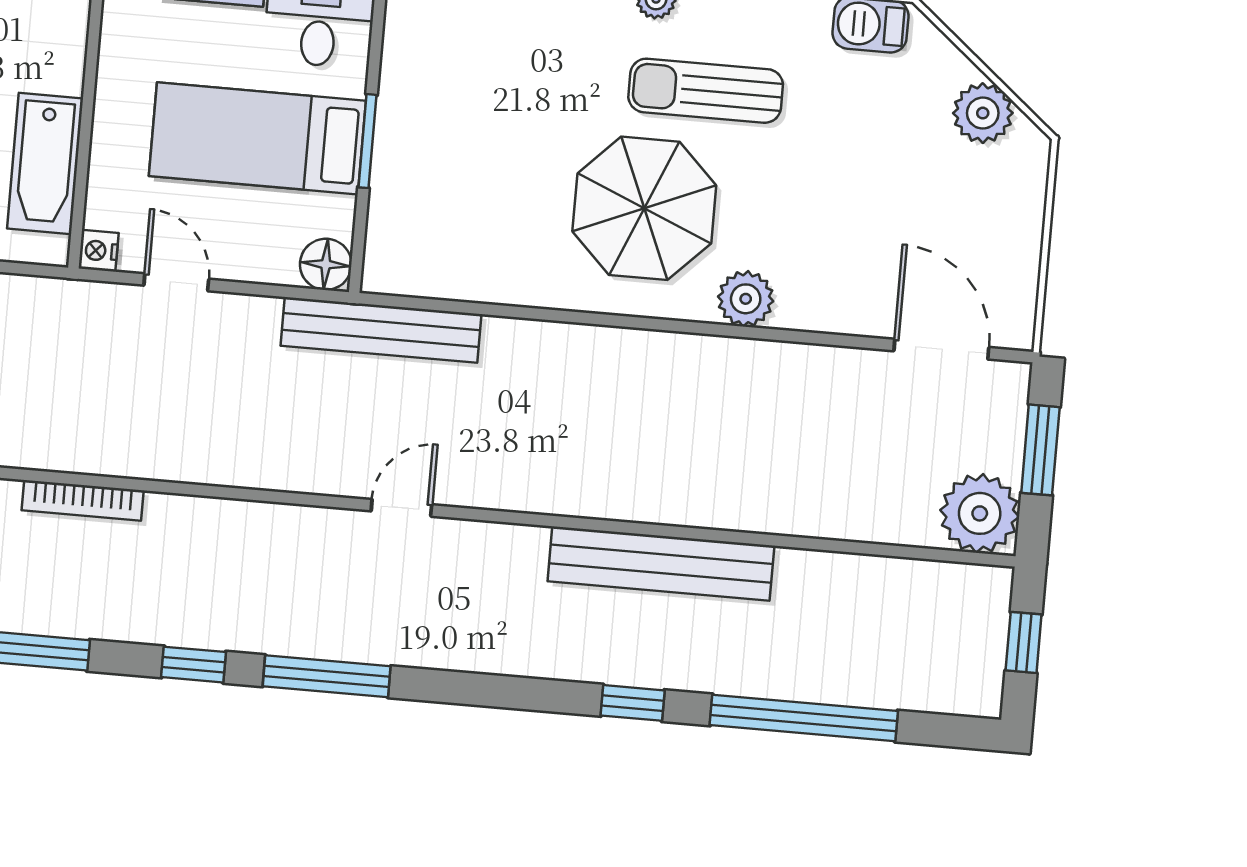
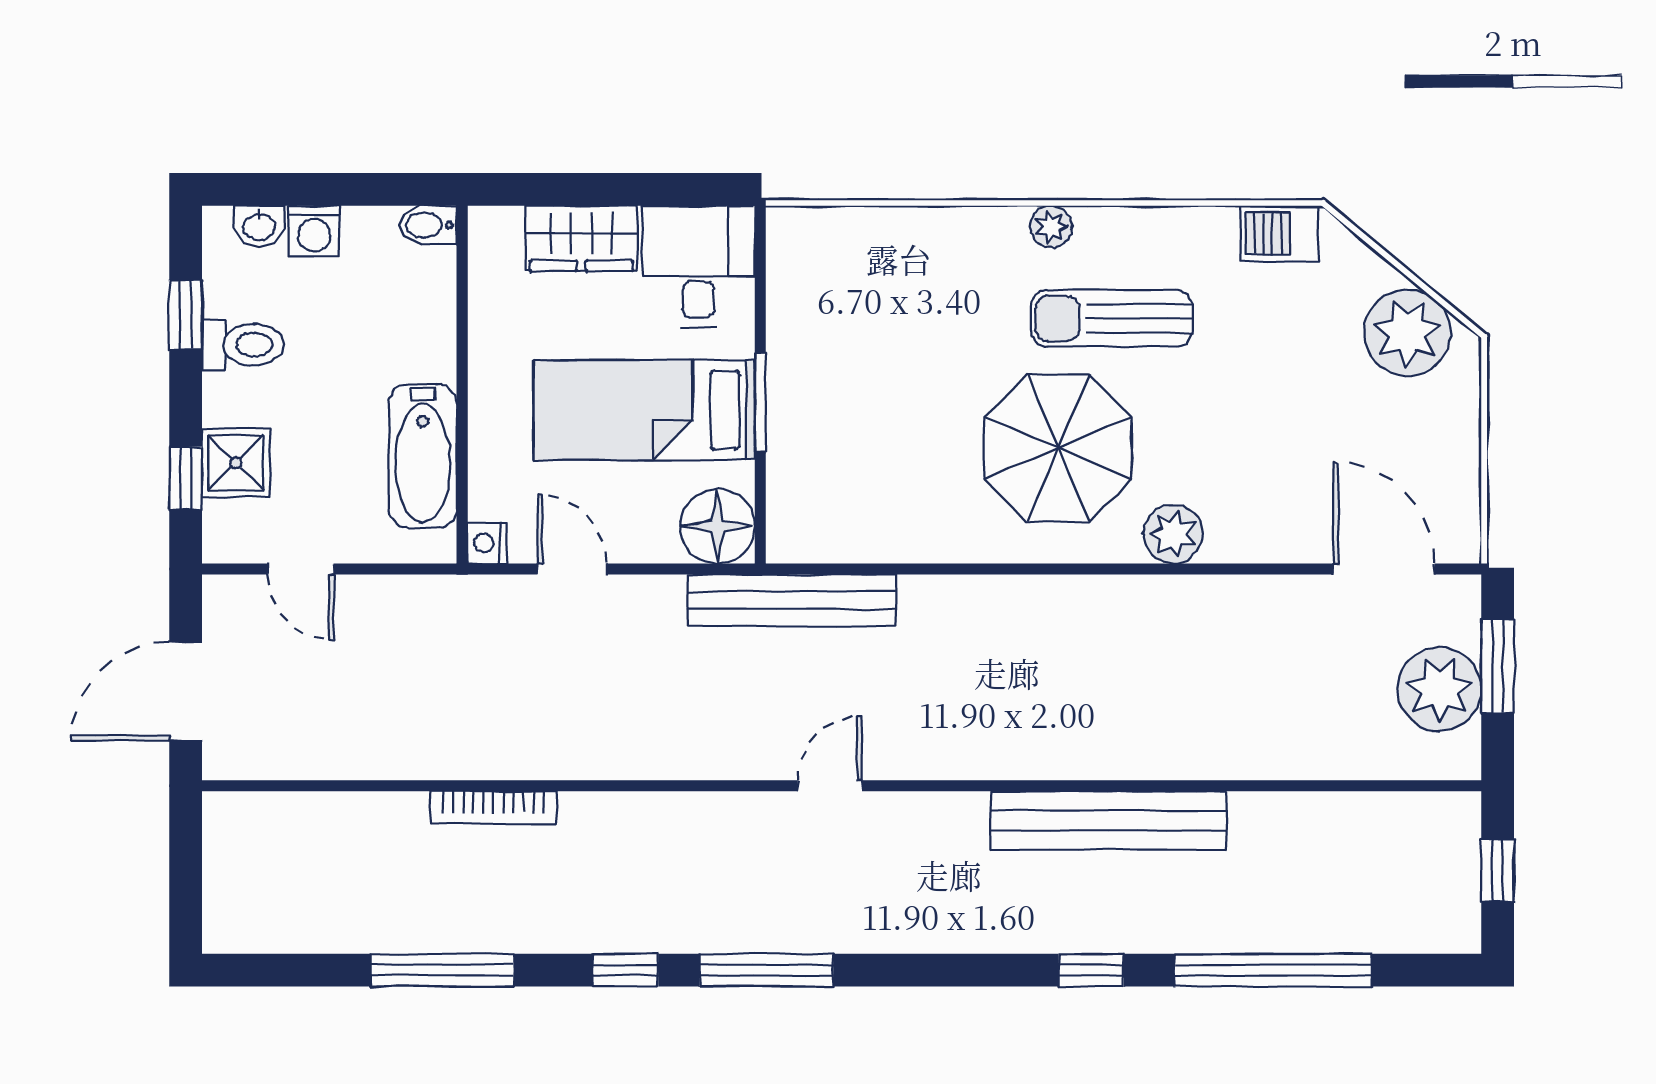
plant: (983, 113) -> (1407, 333), width x1.36, depth x1.36
floor lamp: (326, 264) -> (717, 526), width x1.38, depth x1.38
plant: (980, 513) -> (1439, 689), moved

